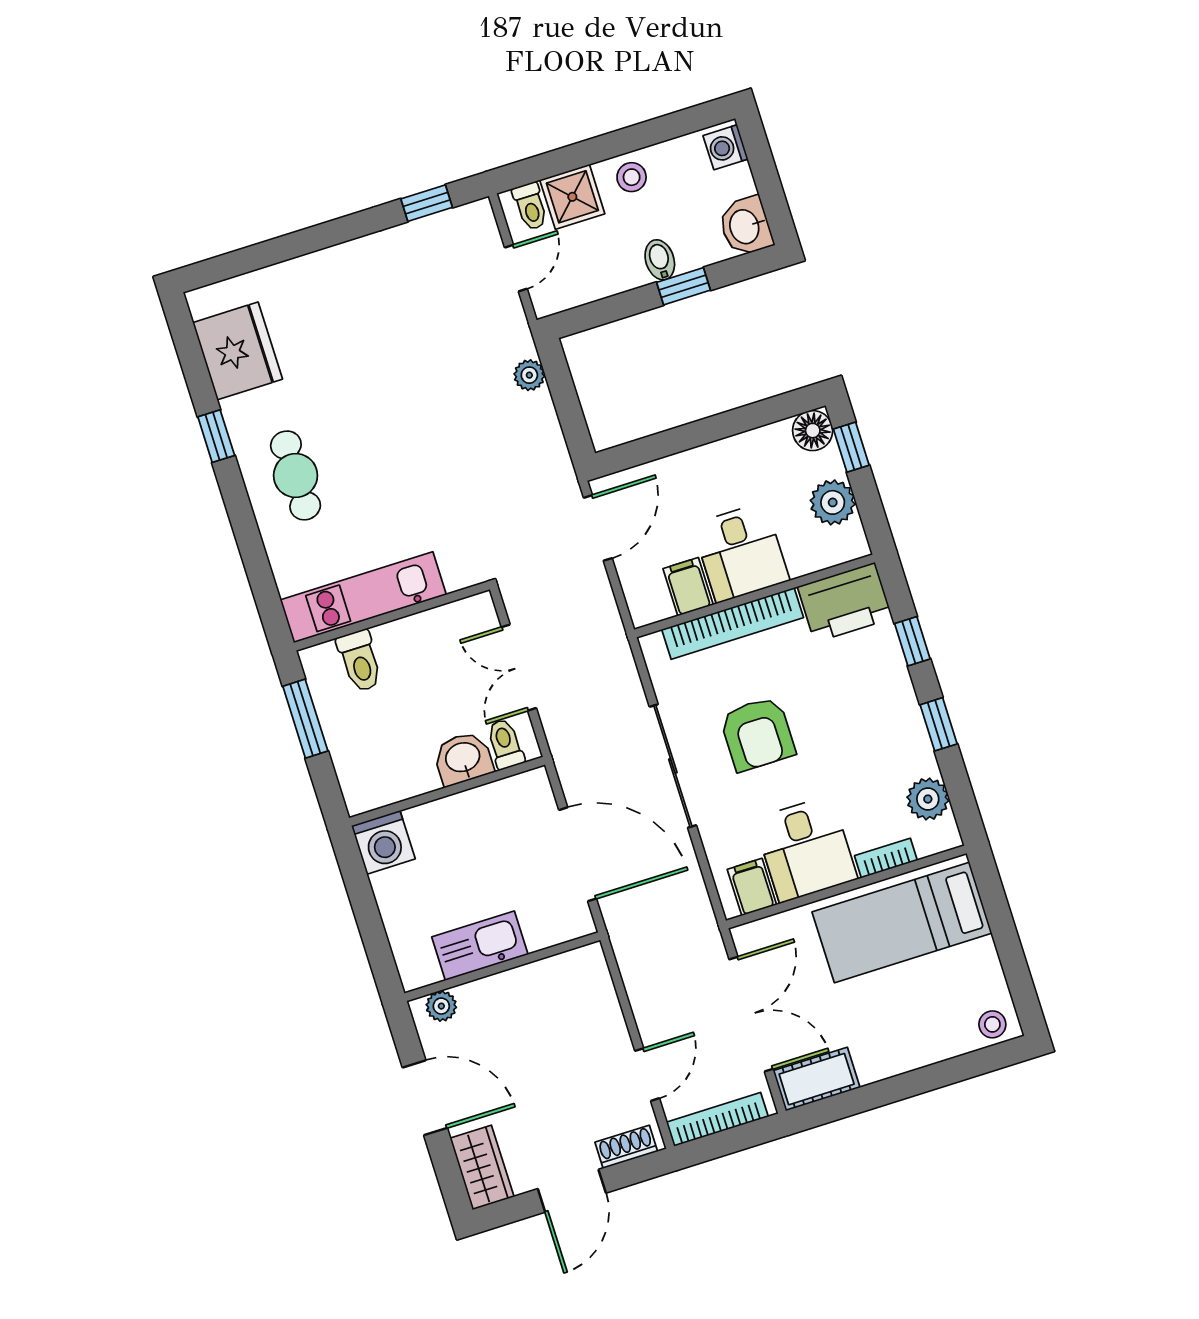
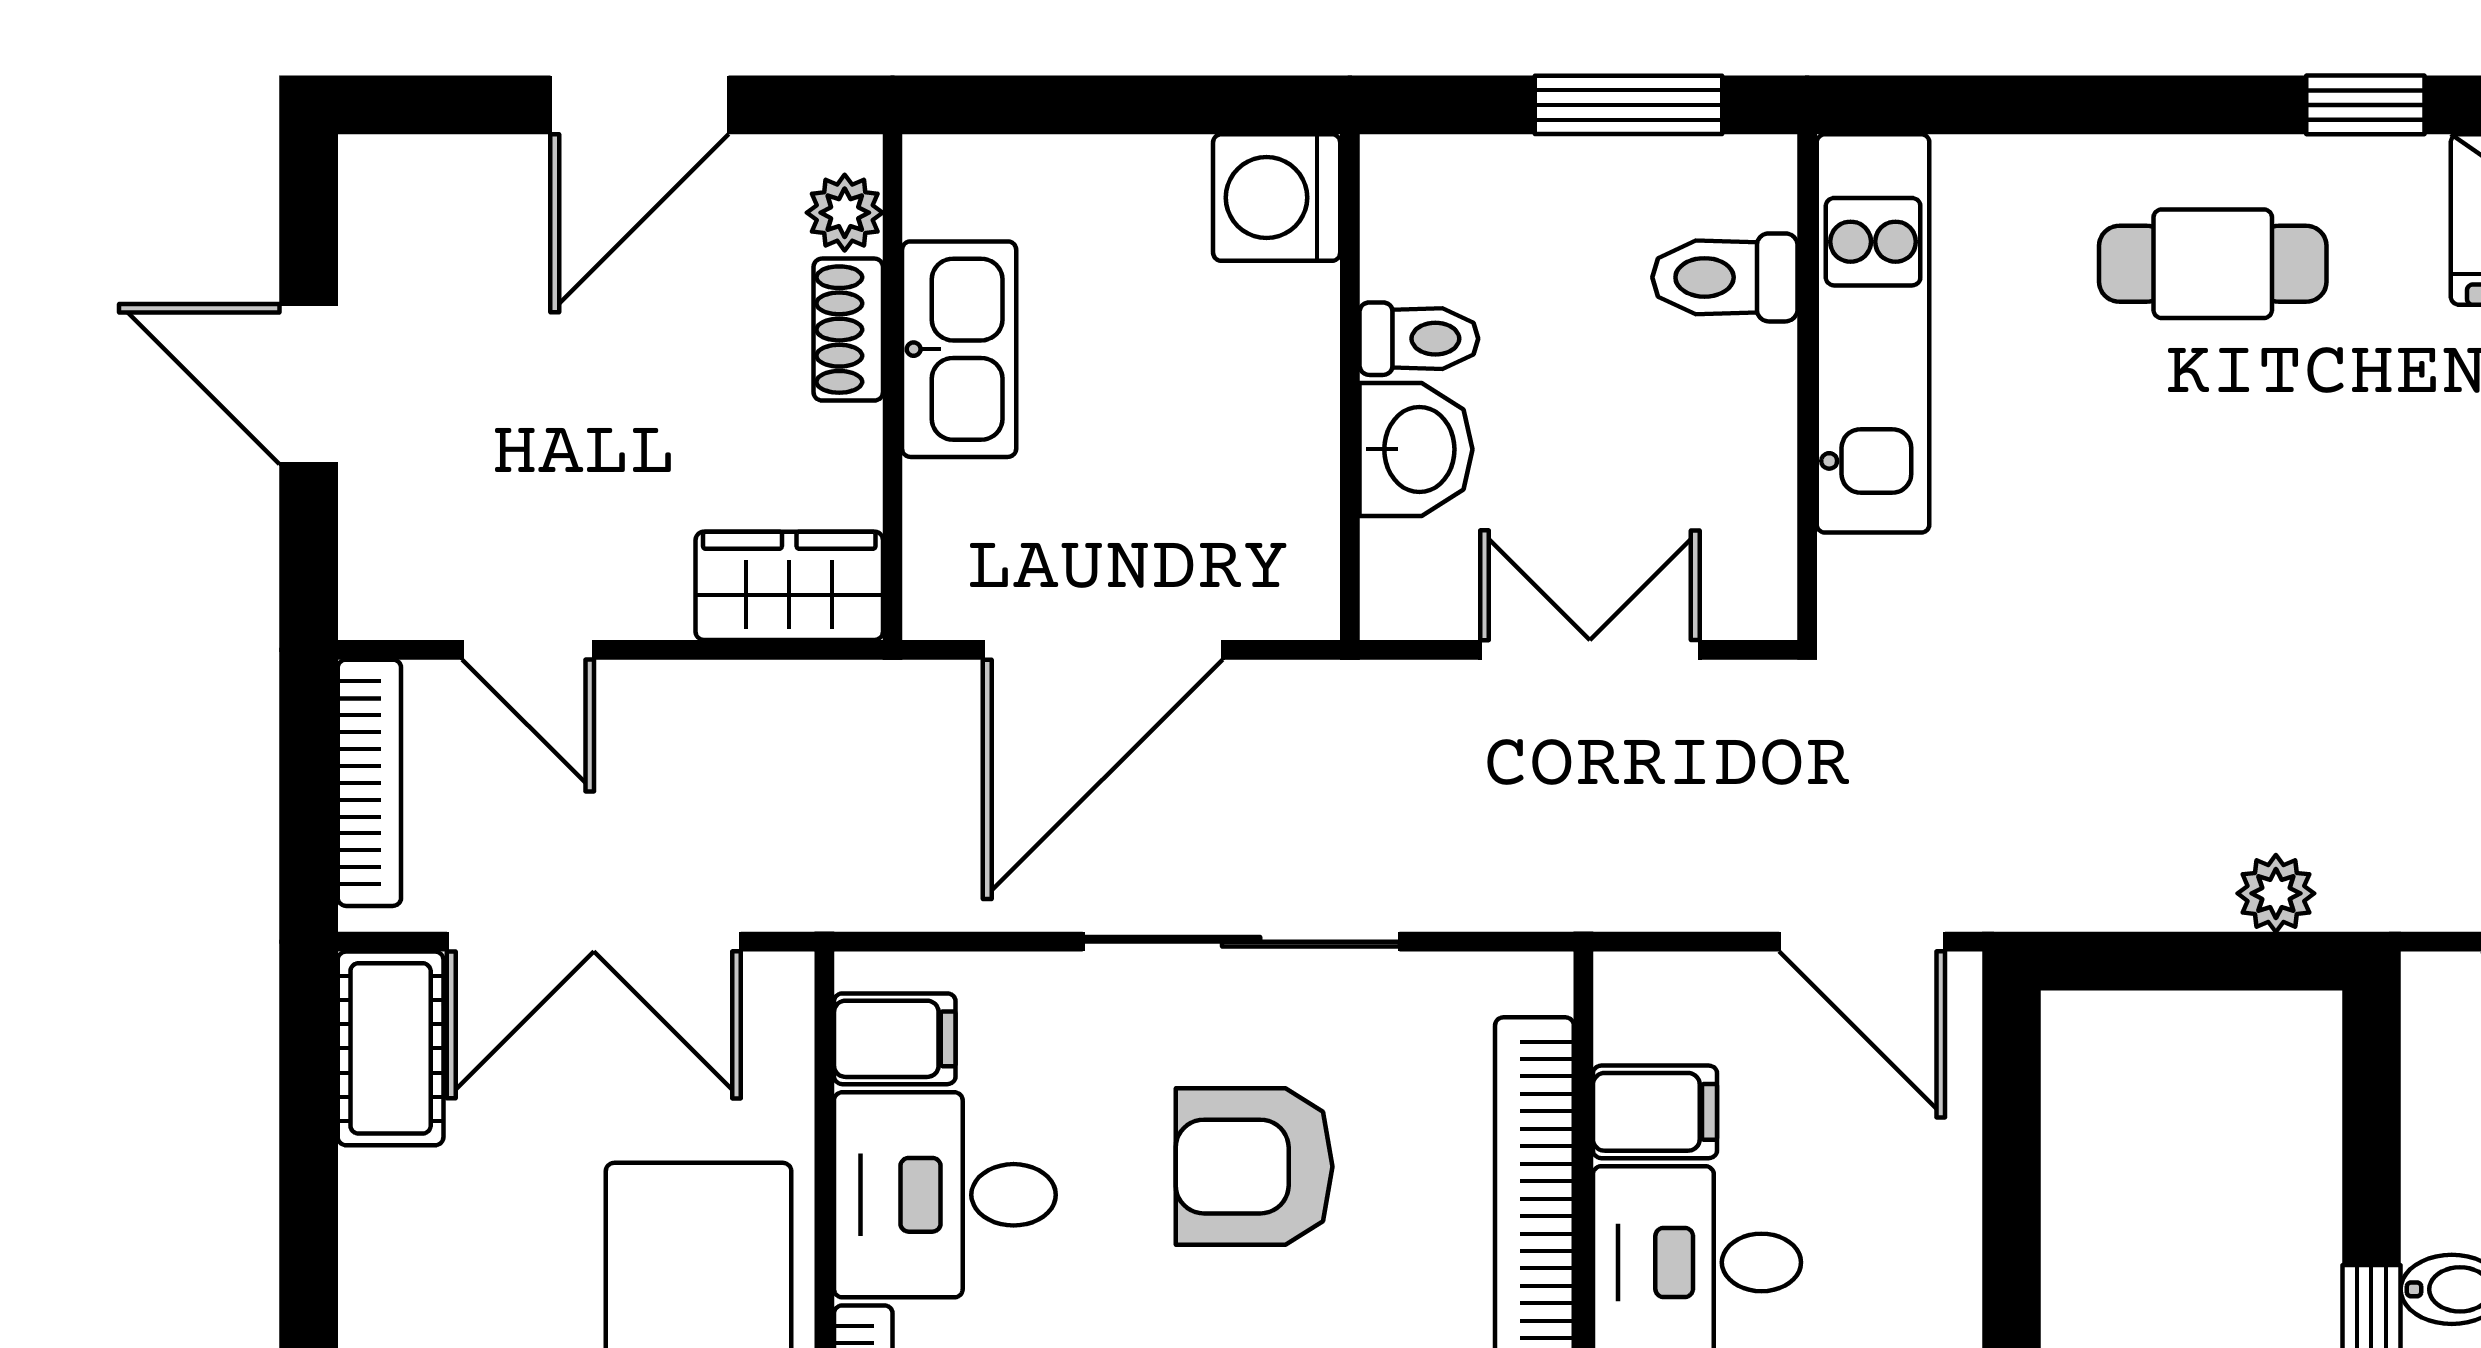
toilet: (505, 744) -> (1419, 339), moved
shoe rack: (626, 1147) -> (848, 330), moved, turned 180
wardrobe: (482, 1167) -> (789, 586), moved, turned 180

